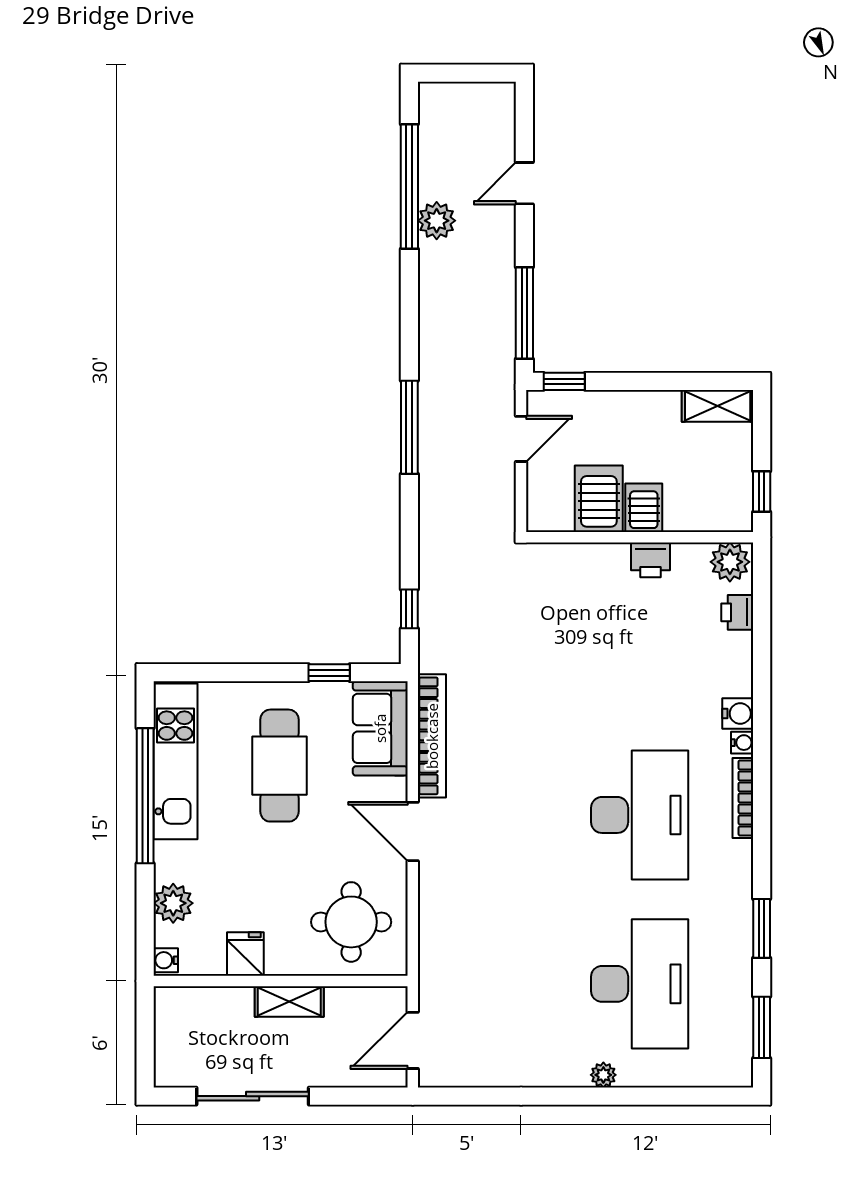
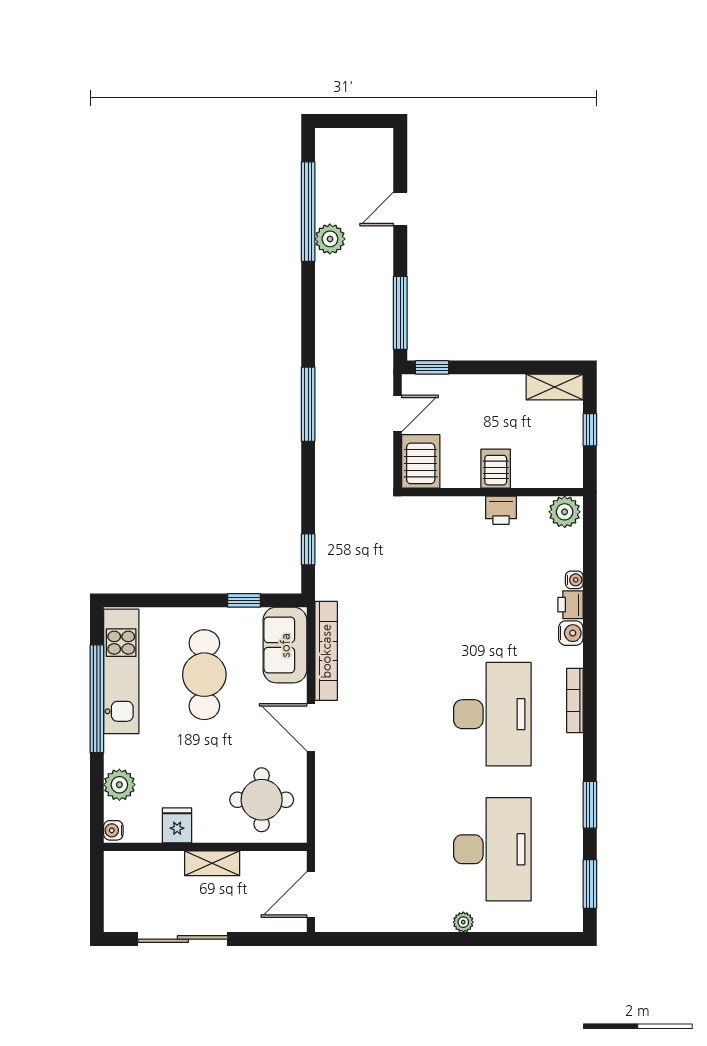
window: (762, 492) -> (590, 430), moved
server rack: (599, 499) -> (421, 461), moved
printer: (737, 612) -> (570, 605), moved
water cooler: (742, 743) -> (574, 580), moved

